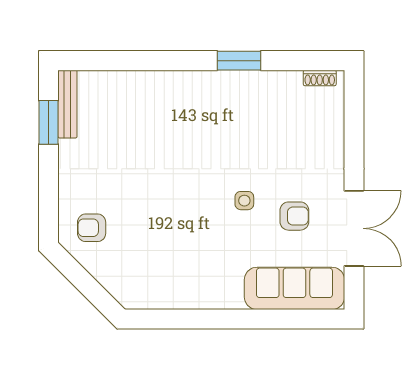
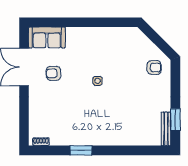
side table: (244, 201) -> (98, 81), moved
sofa: (294, 288) -> (47, 37), width x0.73

